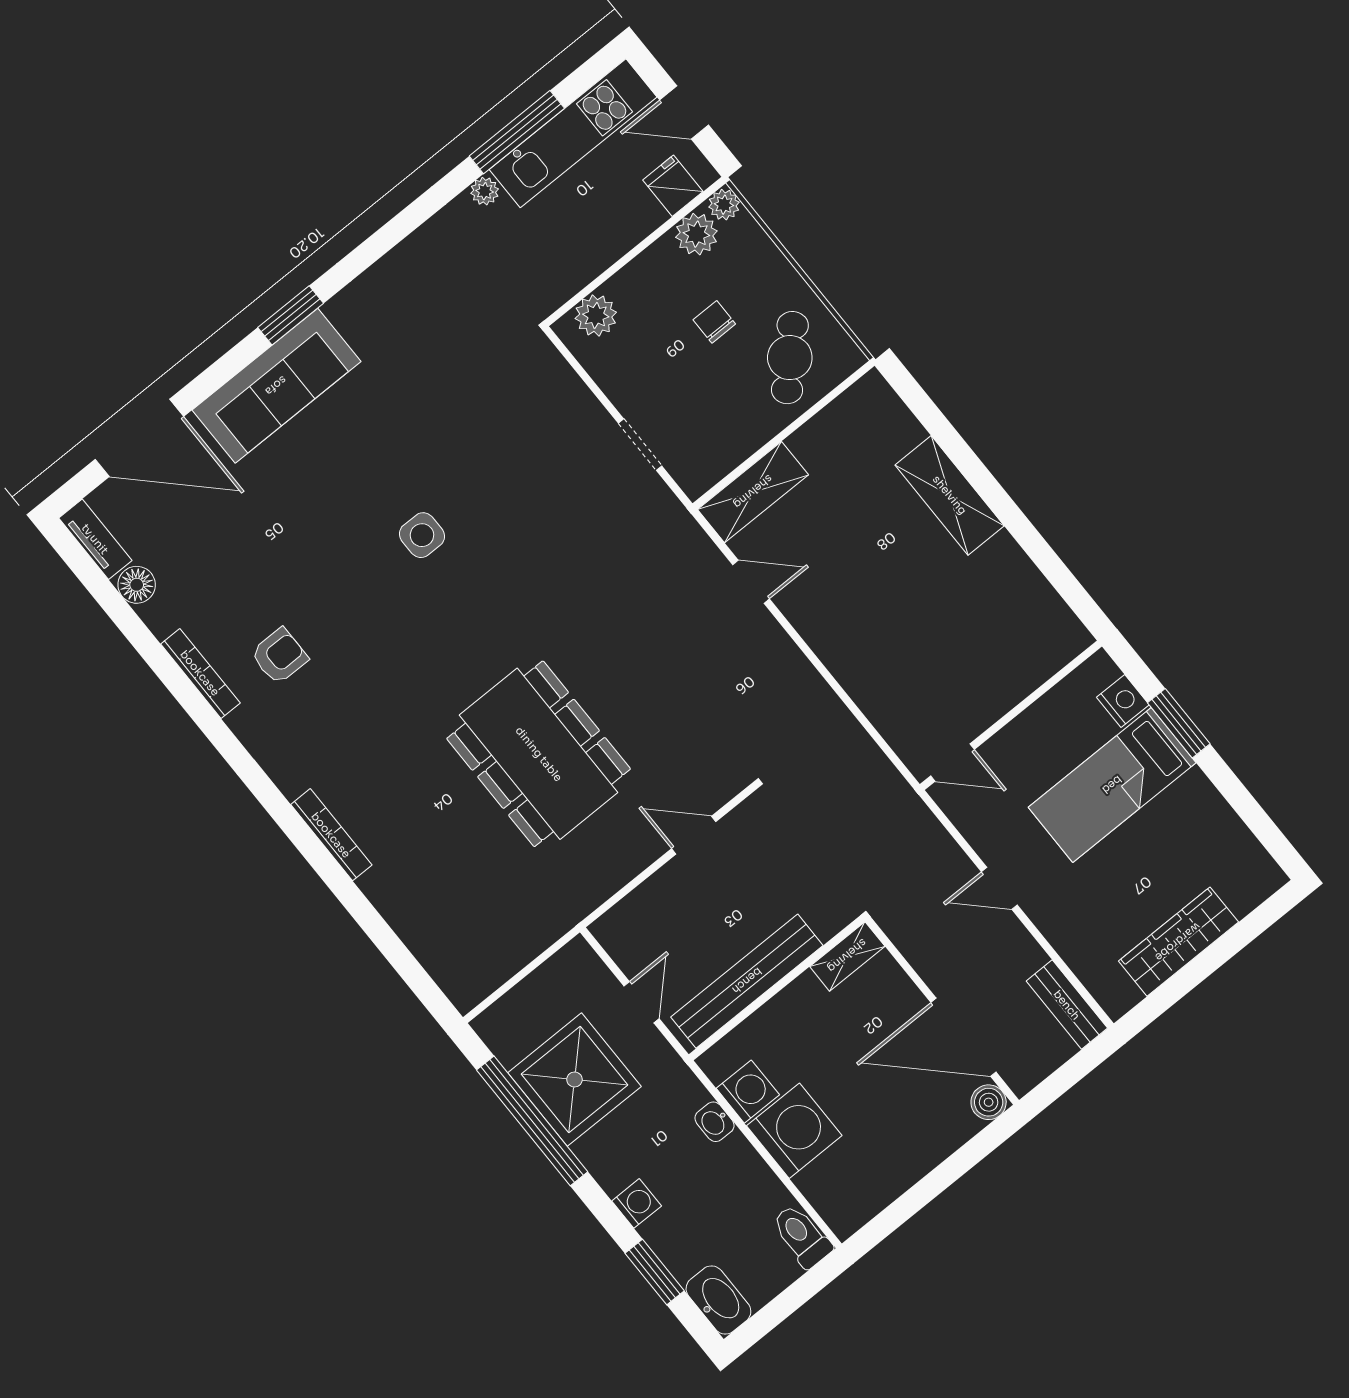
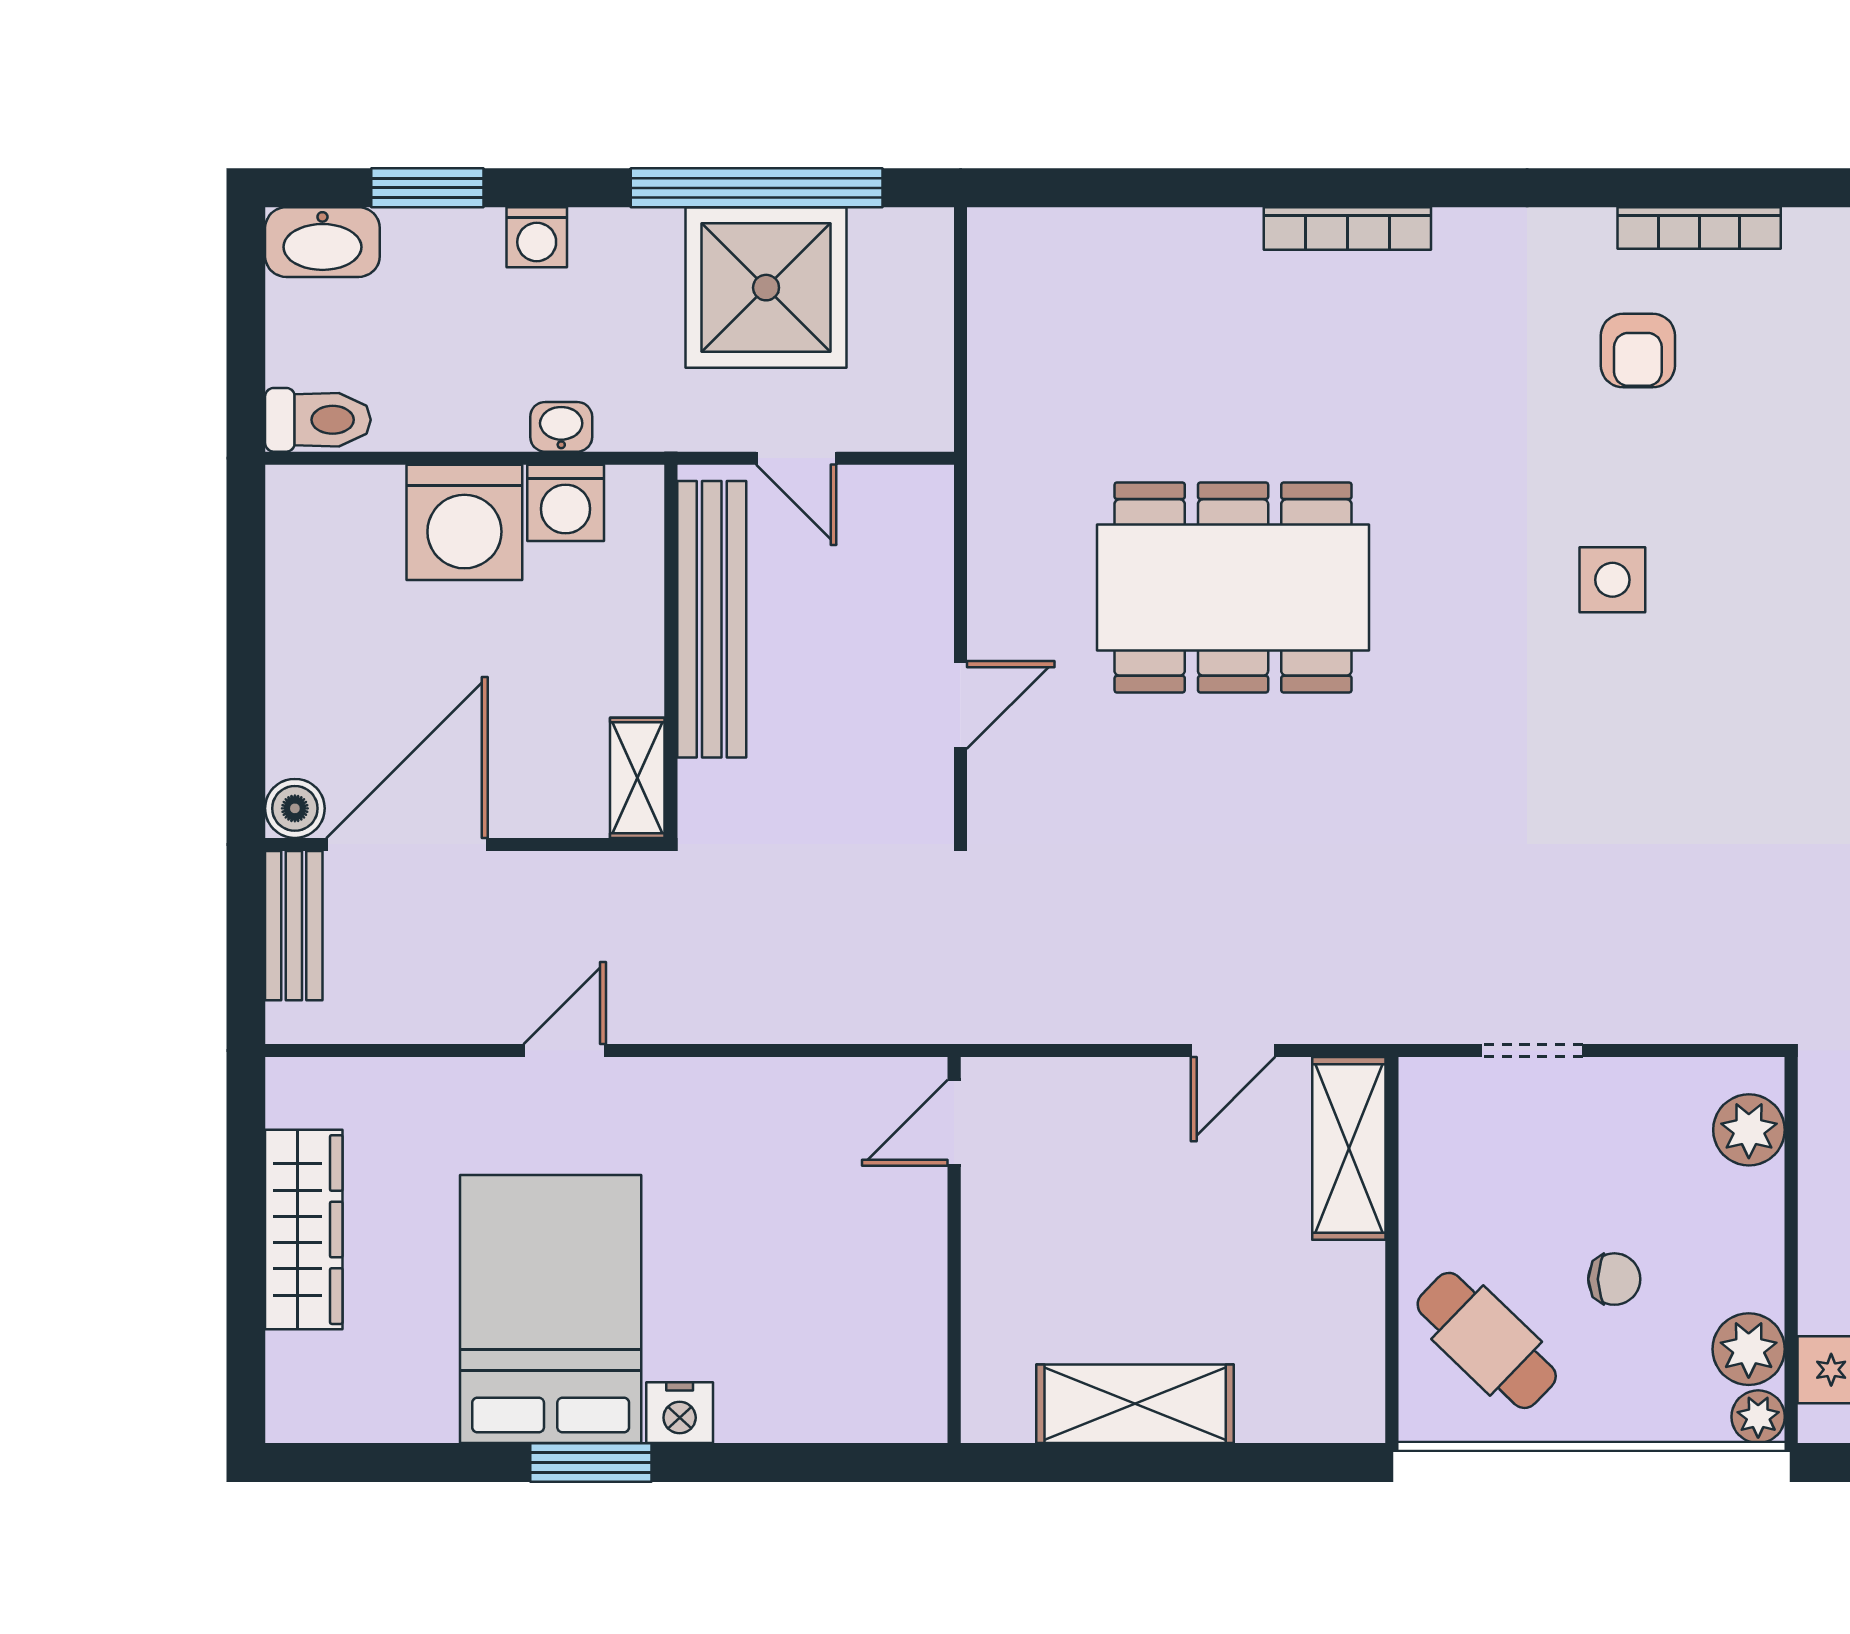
side table: (422, 535) -> (1612, 580), moved
wall: (1011, 715) -> (954, 1250), moved
door: (952, 763) -> (954, 1123), moved
bed: (1112, 785) -> (551, 1309), width x1.50
bench: (1067, 1005) -> (294, 926), moved, turned 90

